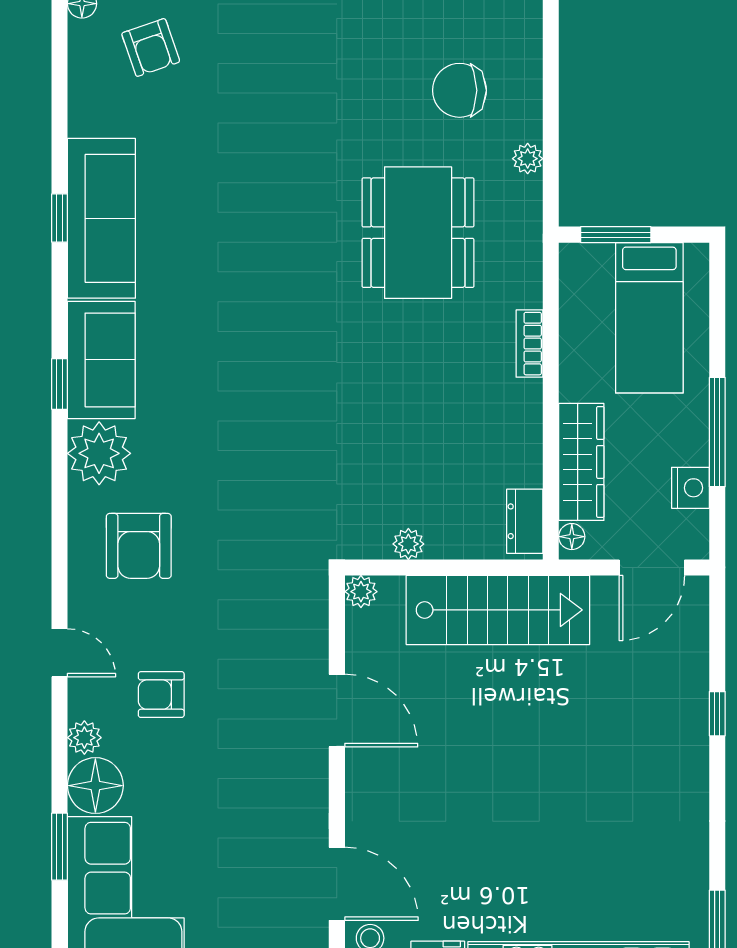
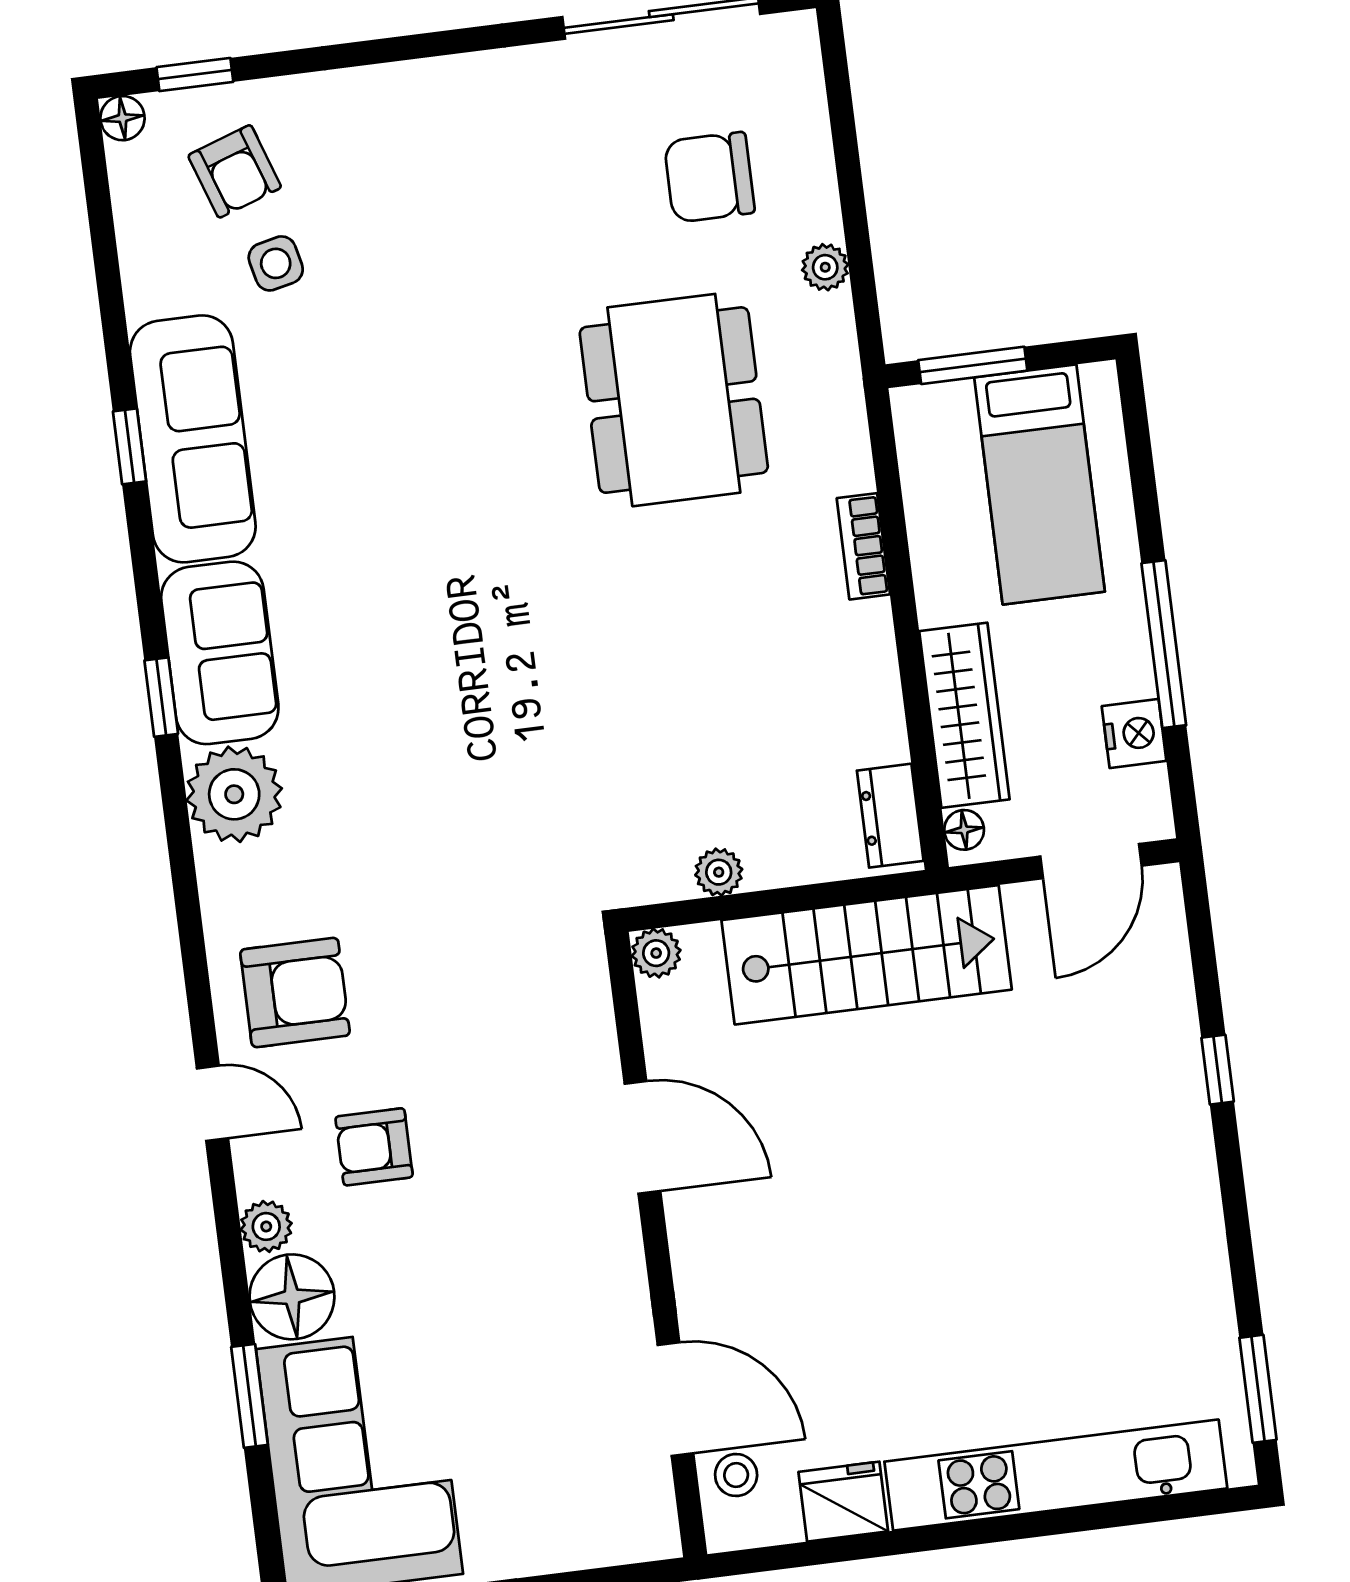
side table: (170, 111) -> (276, 263), added
armchair: (139, 546) -> (295, 993), moved, turned -90

